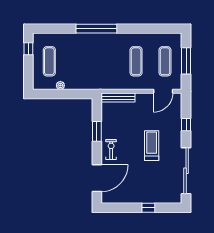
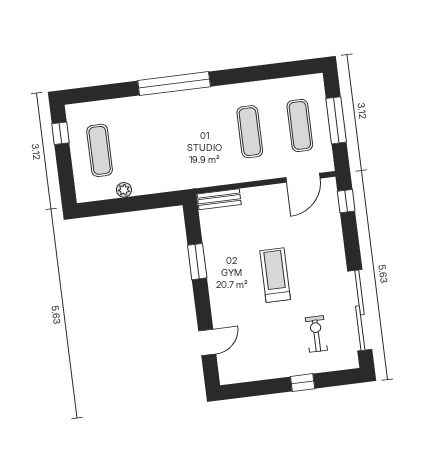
bench: (118, 98) -> (219, 199), width x0.73
window: (186, 125) -> (346, 201), moved
treadmill: (152, 146) -> (275, 275), moved
exercise bike: (111, 150) -> (316, 334), moved
door: (97, 178) -> (207, 342), width x0.53

